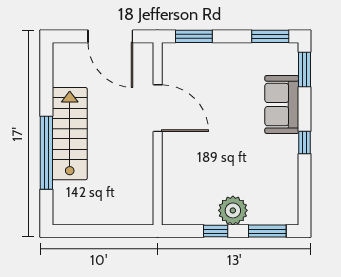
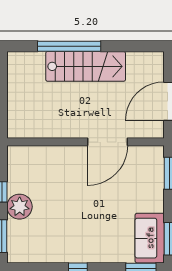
sofa: (282, 105) -> (150, 238), moved, turned -90

